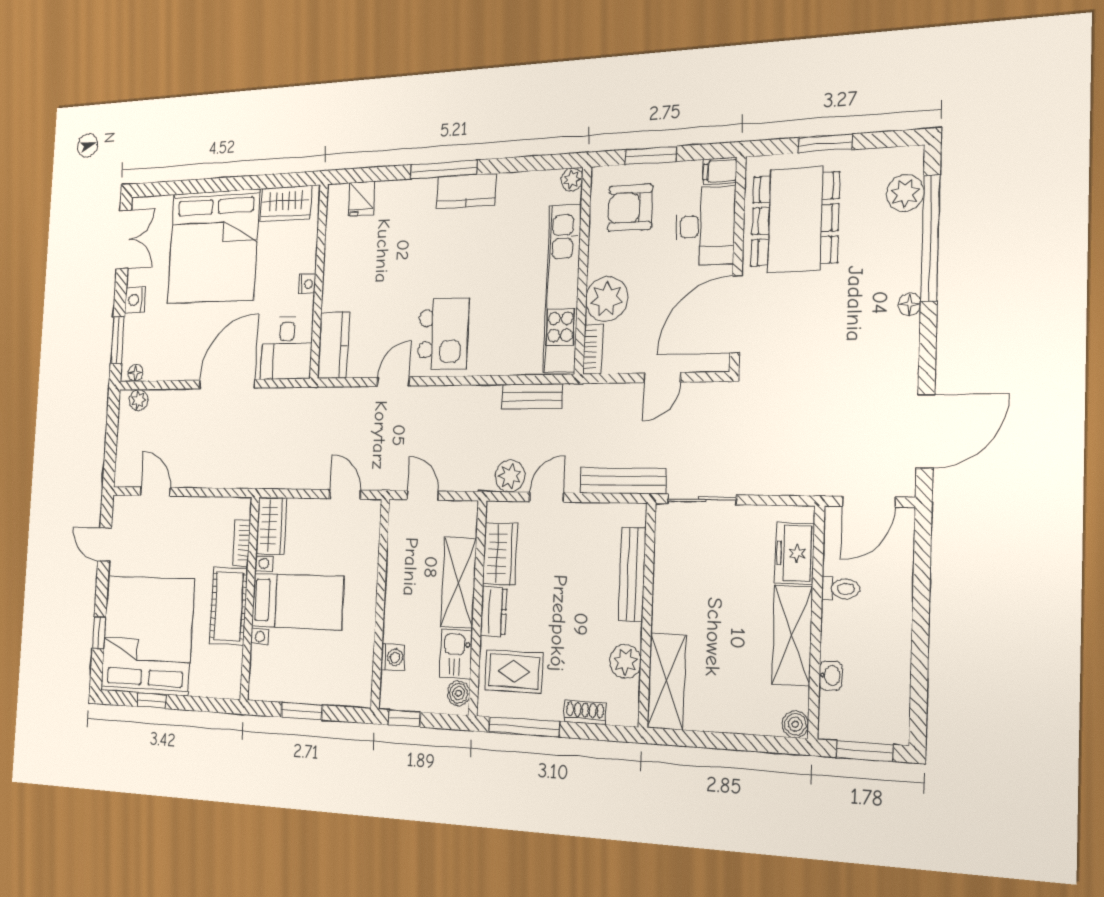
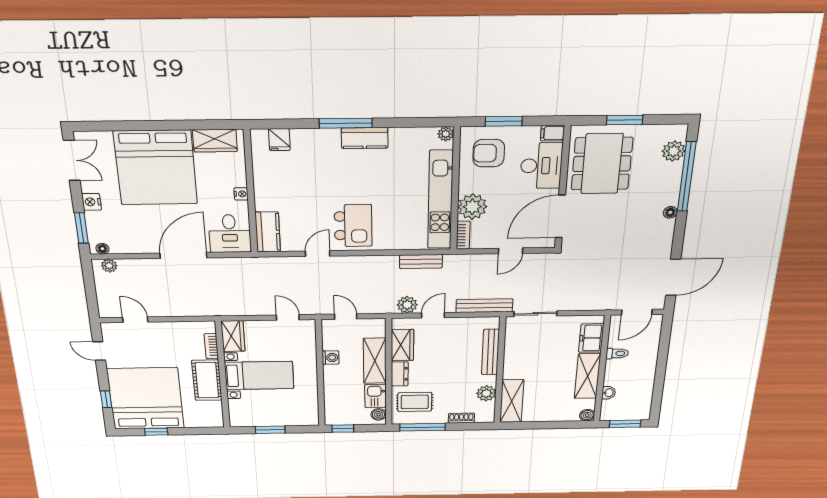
washing machine: (393, 657) -> (331, 358), moved

